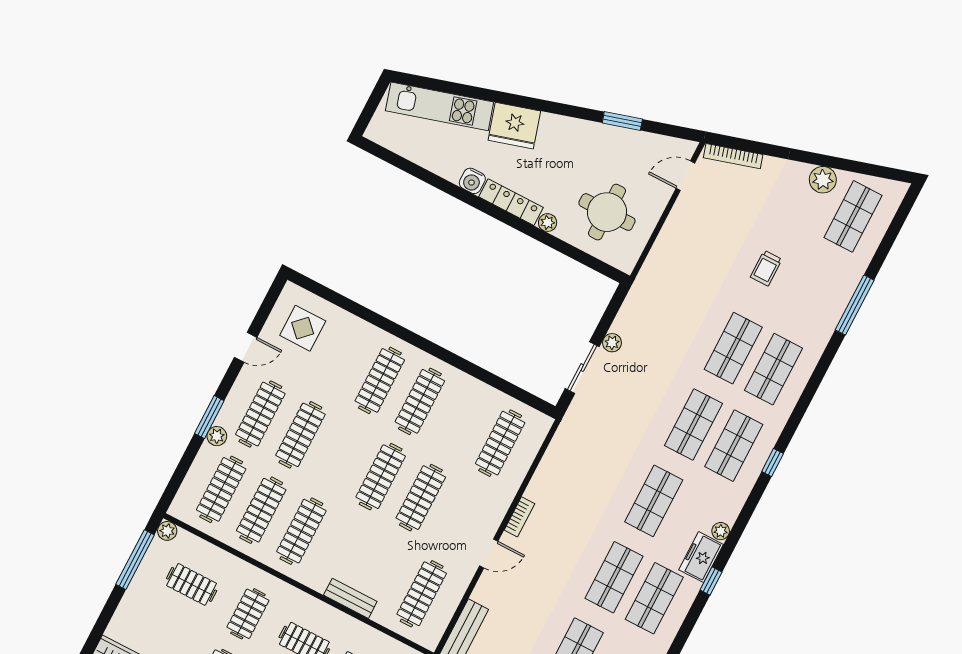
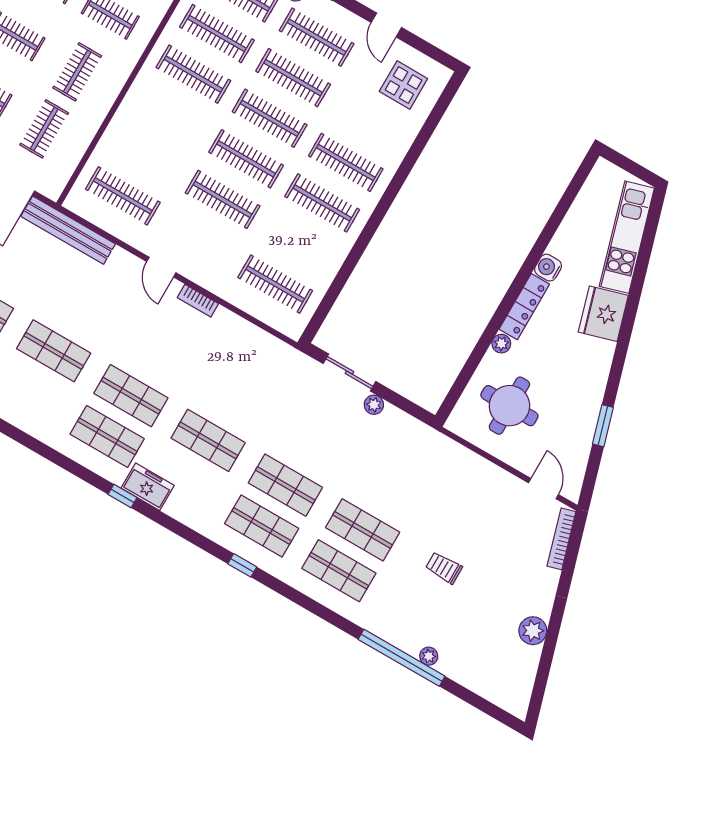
shop shelf: (853, 216) -> (493, 660), removed
window: (855, 305) -> (402, 658), width x1.46
clothes rail: (341, 456) -> (270, 118), added
plant: (721, 531) -> (429, 656), moved
bench: (350, 598) -> (121, 122), removed

